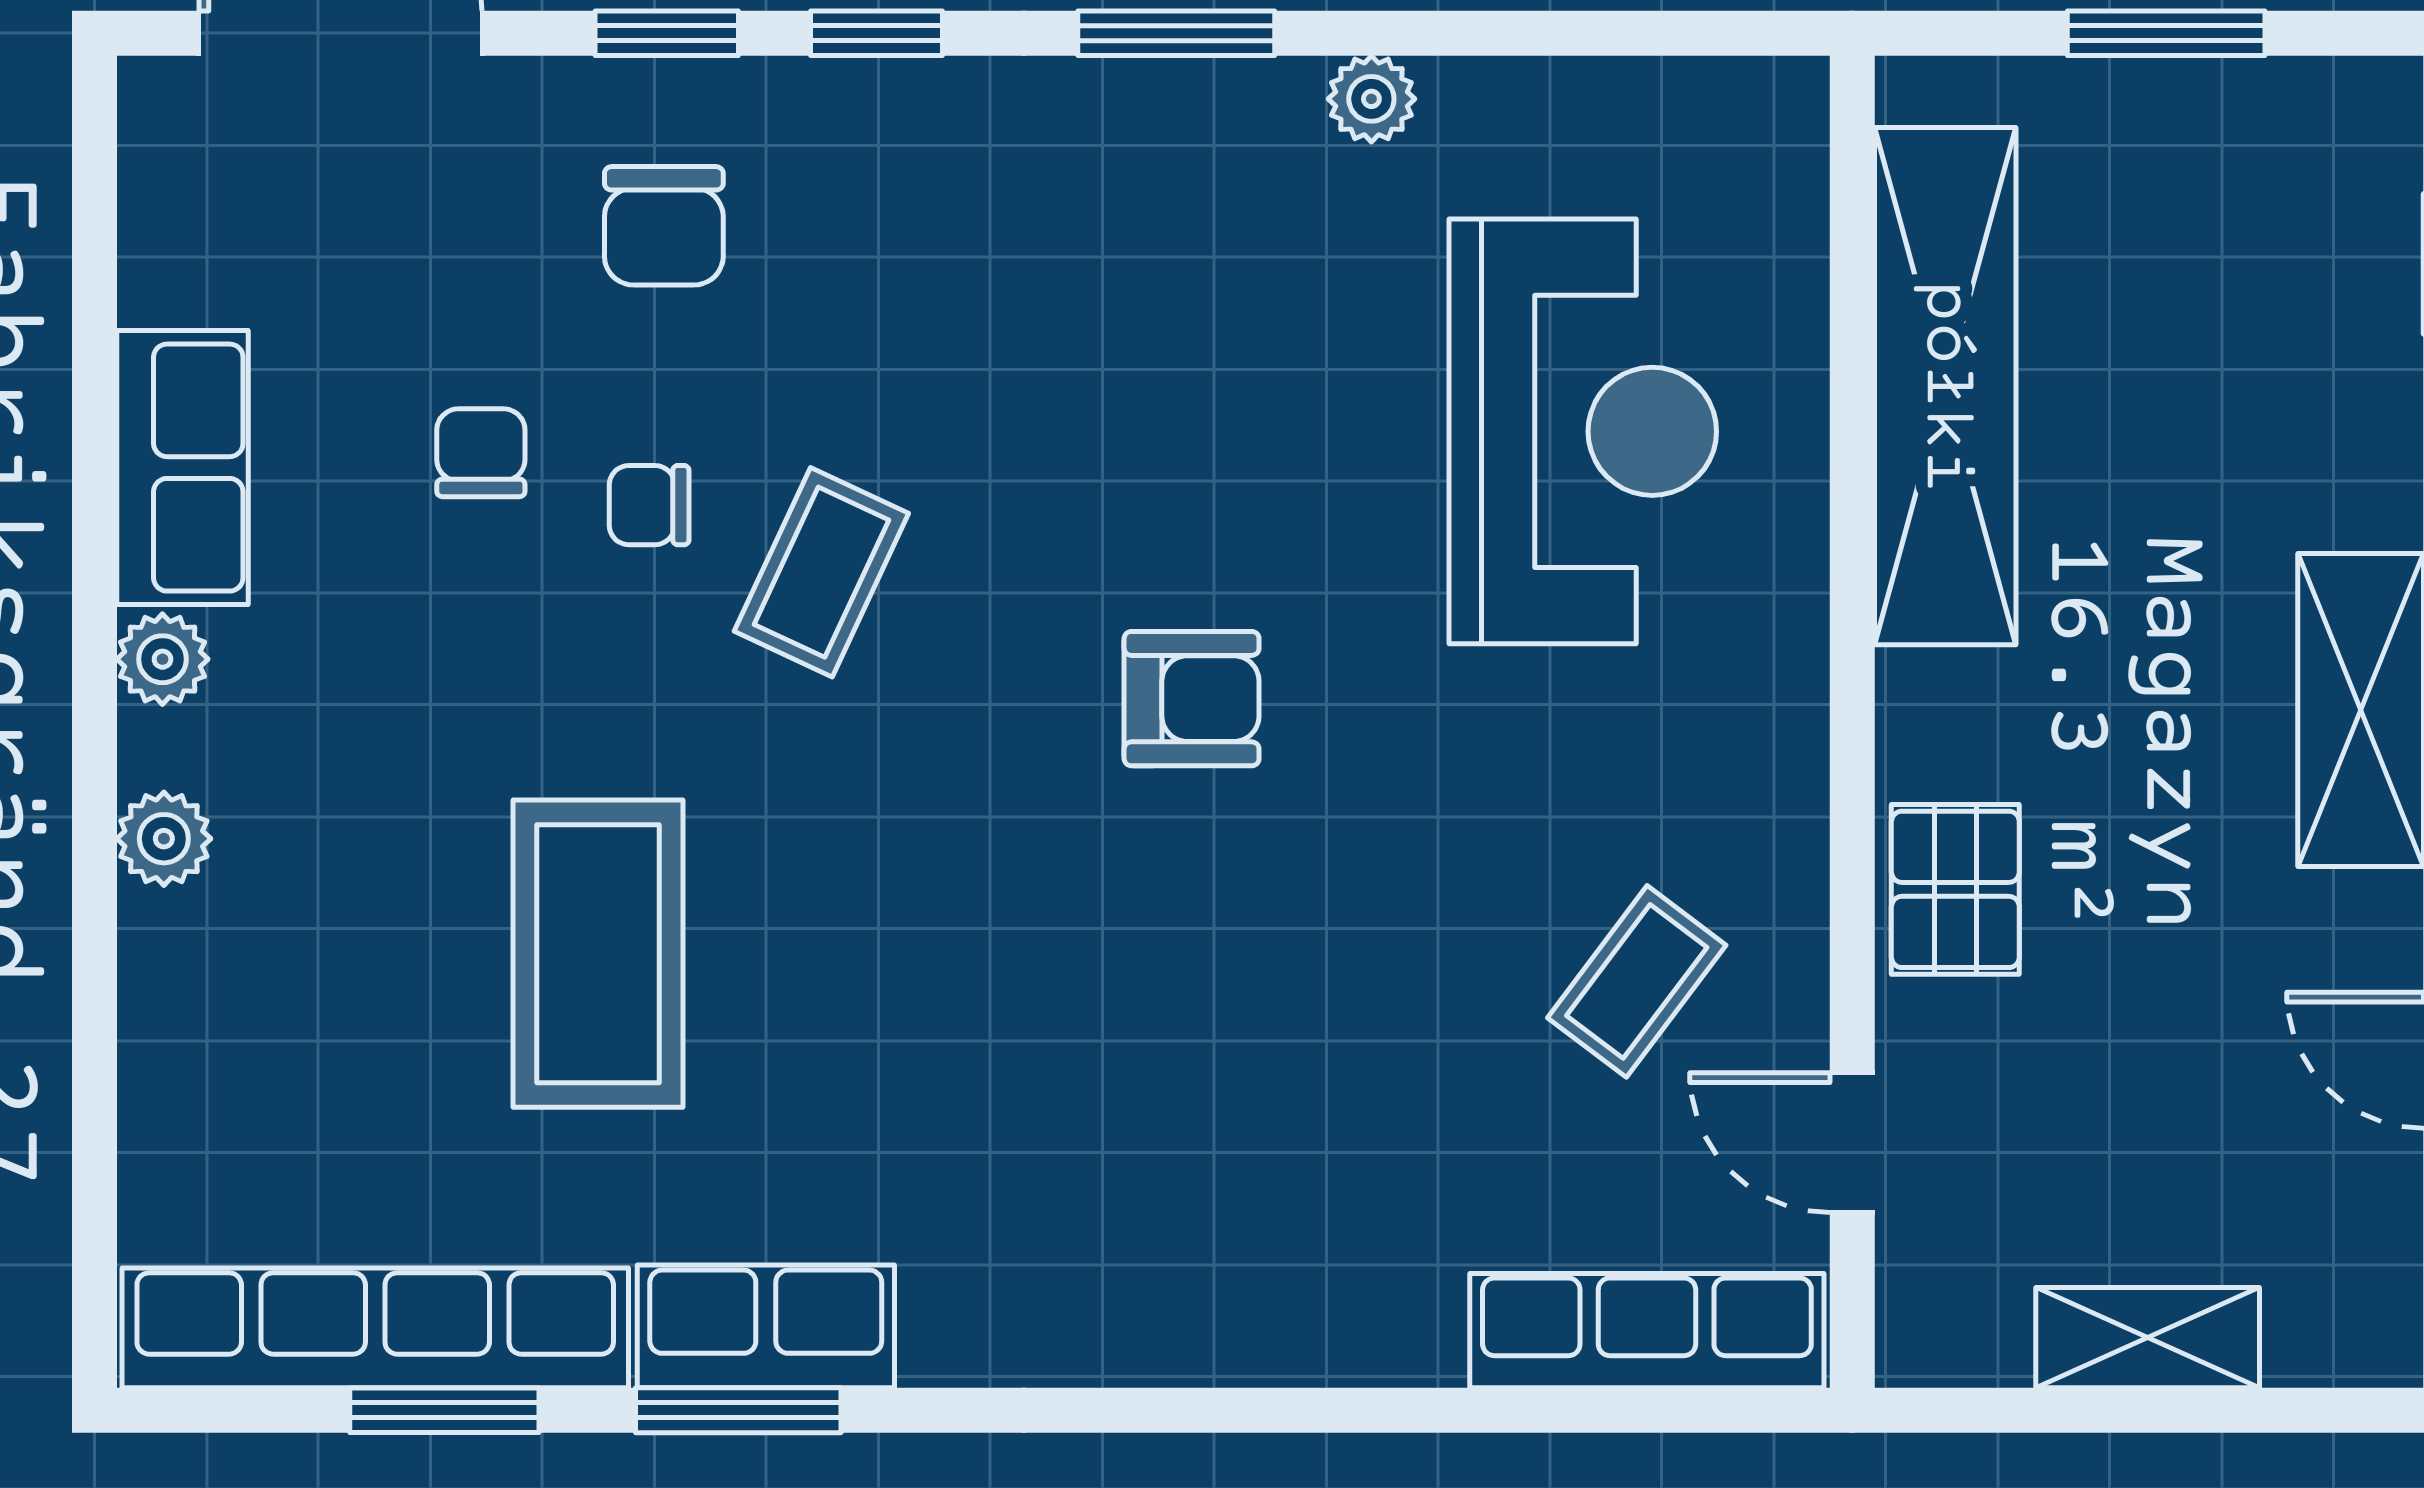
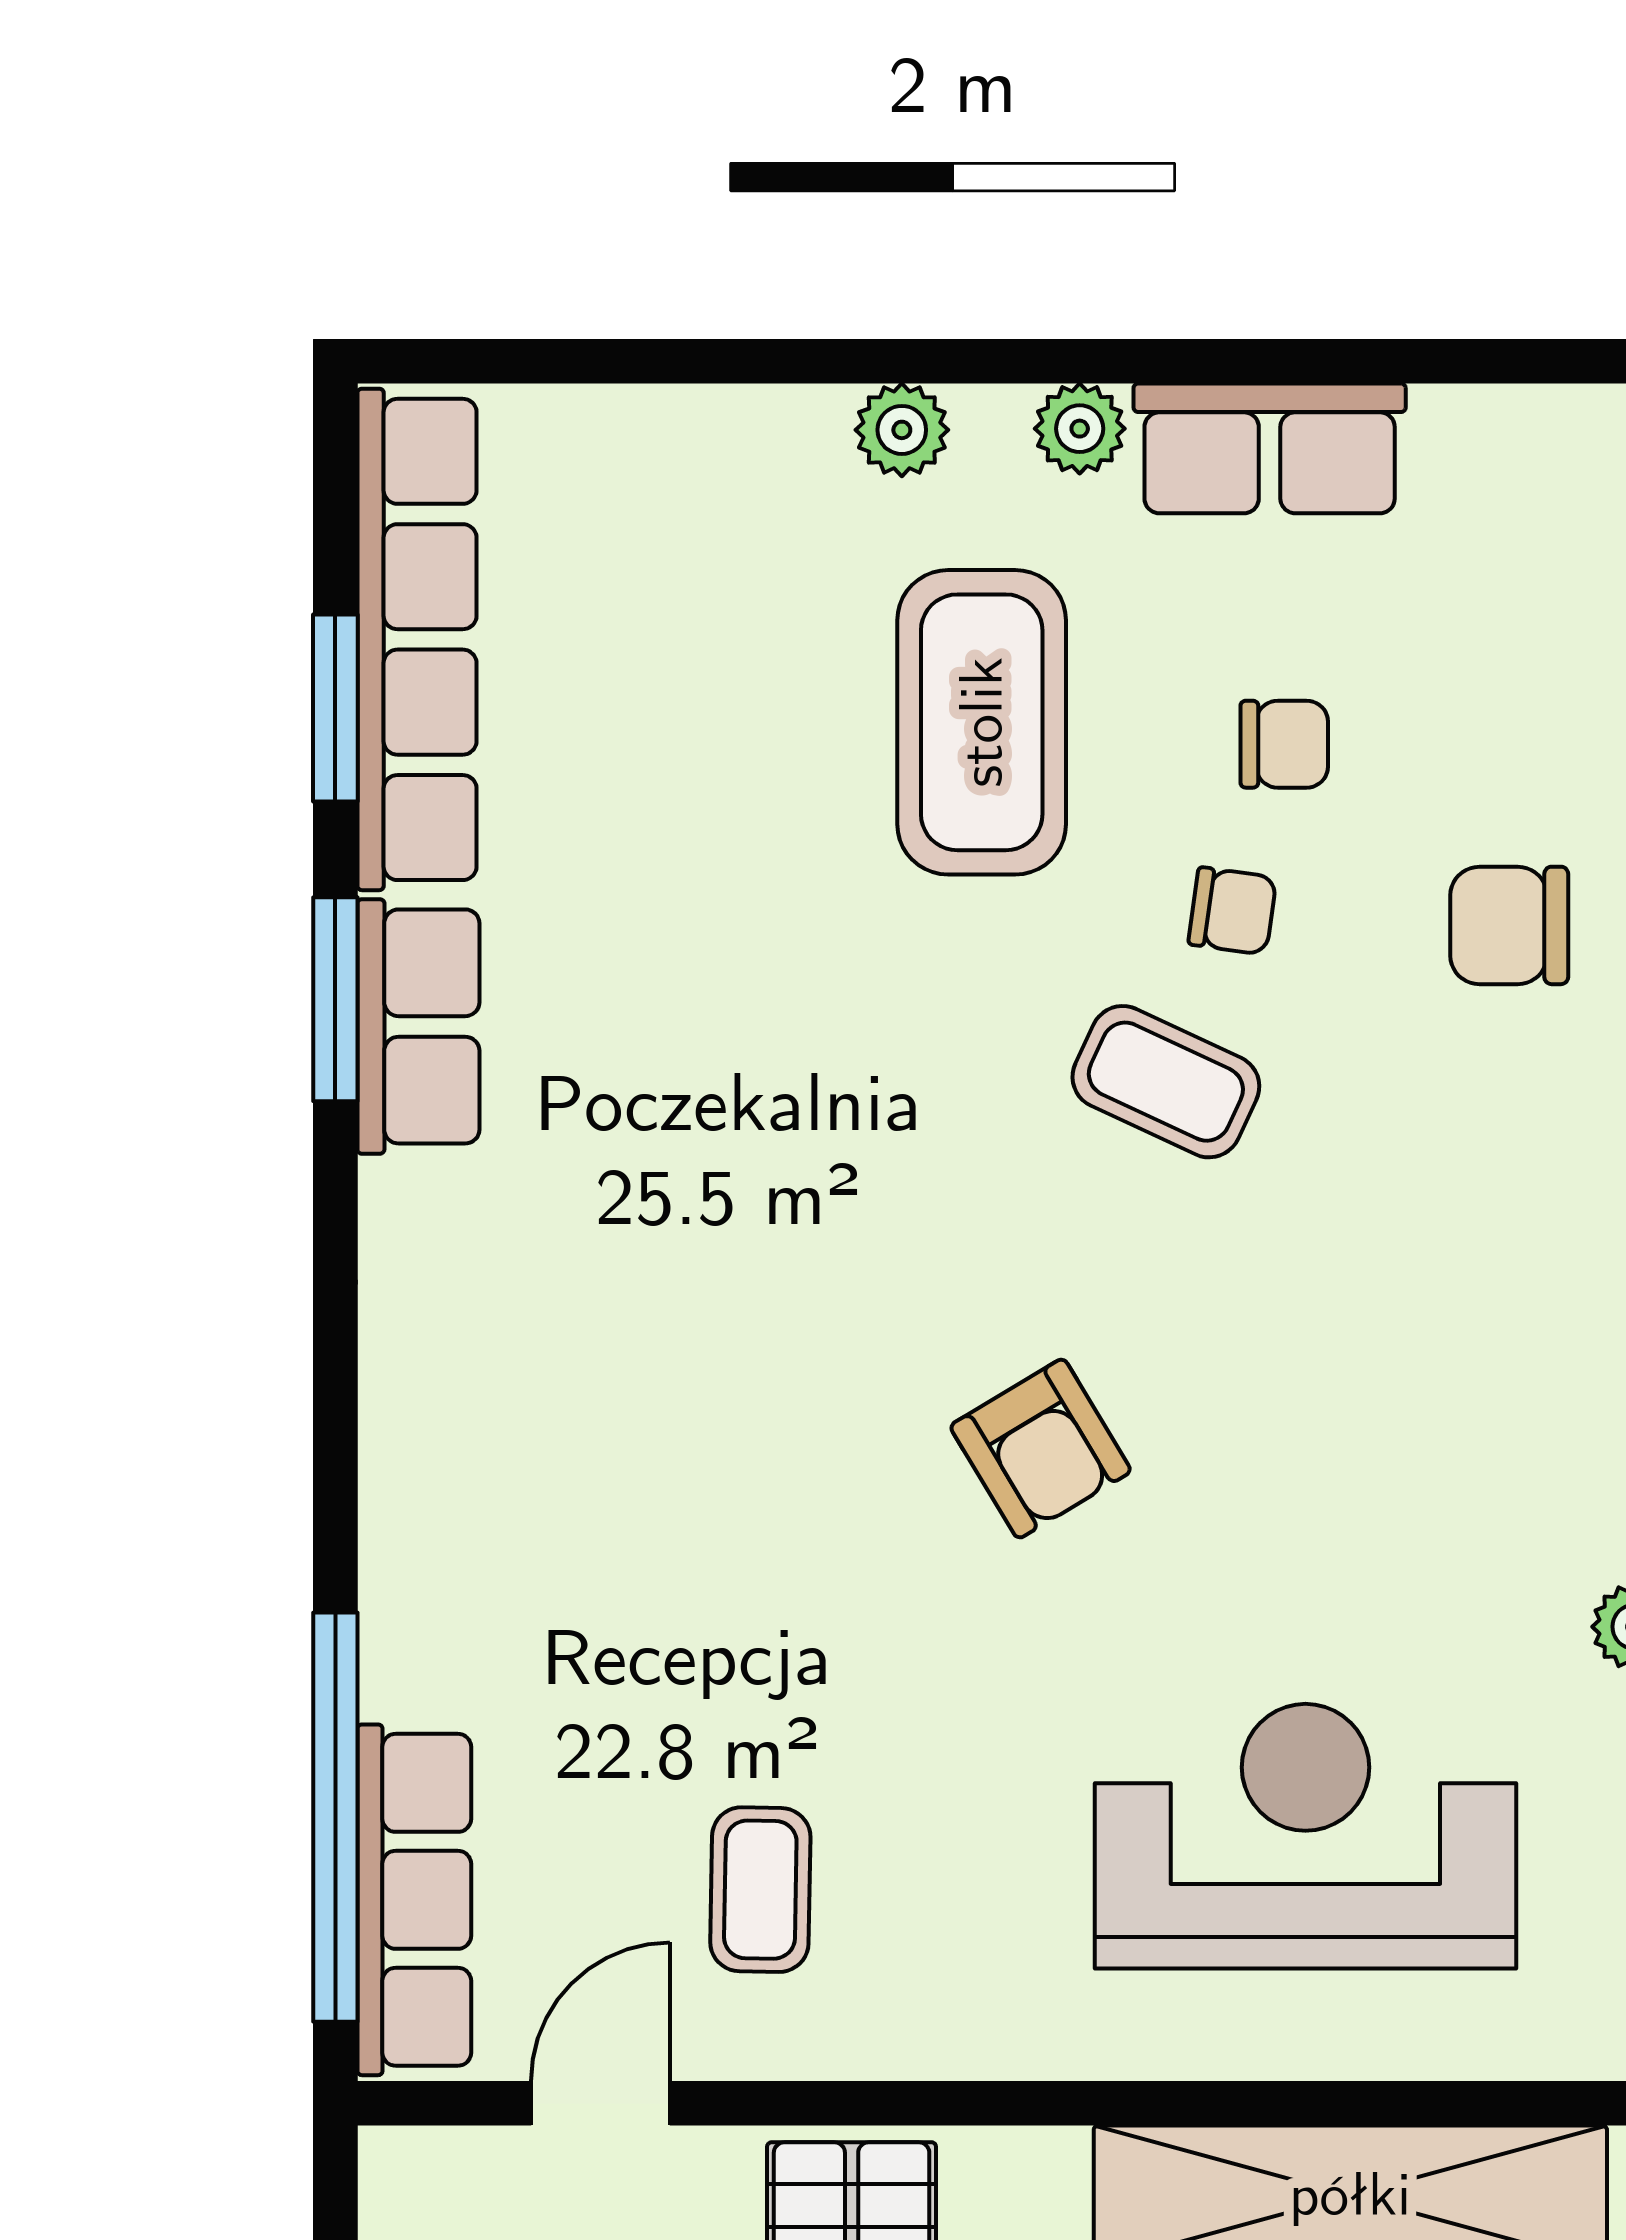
reception desk: (1583, 431) -> (1305, 1836), turned 180
chair: (649, 505) -> (1232, 911), turned 98
armchair: (1192, 699) -> (1041, 1449), turned -31
coffee table: (598, 954) -> (982, 722), moved, turned 90
coffee table: (1637, 981) -> (760, 1890), turned 54
window: (1563, 1410) -> (335, 1817), added

